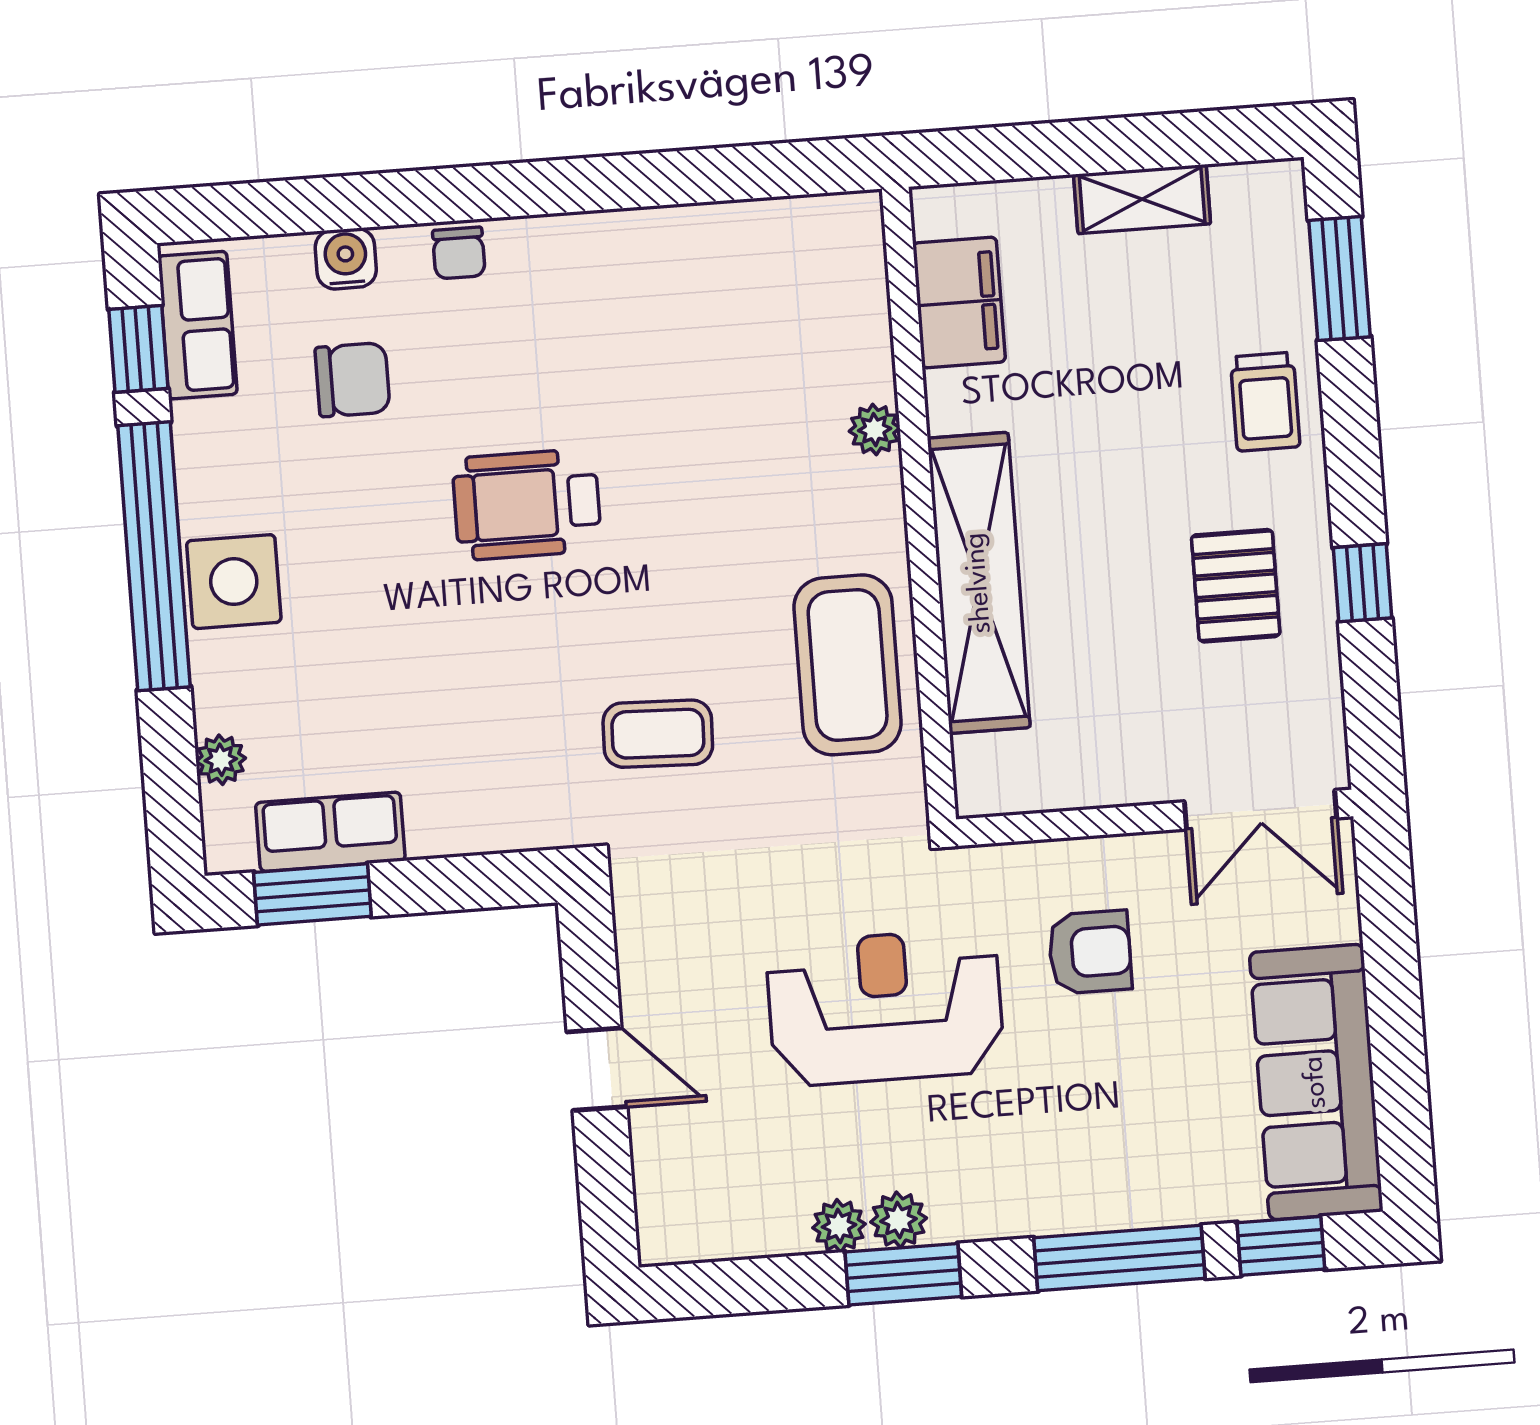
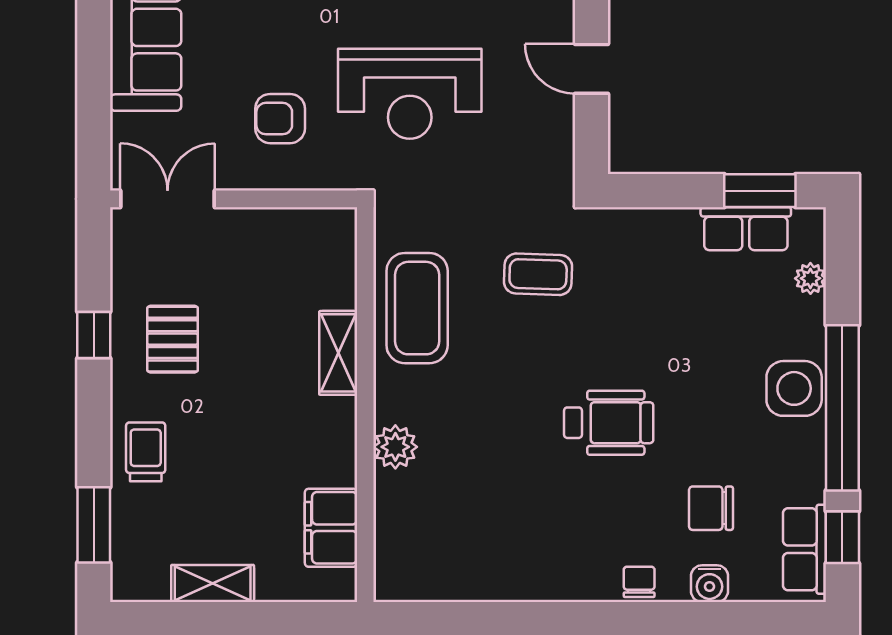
plant: (875, 430) -> (395, 447), width x1.38, depth x1.38
shelving: (979, 583) -> (338, 353), width x0.45, depth x0.75

